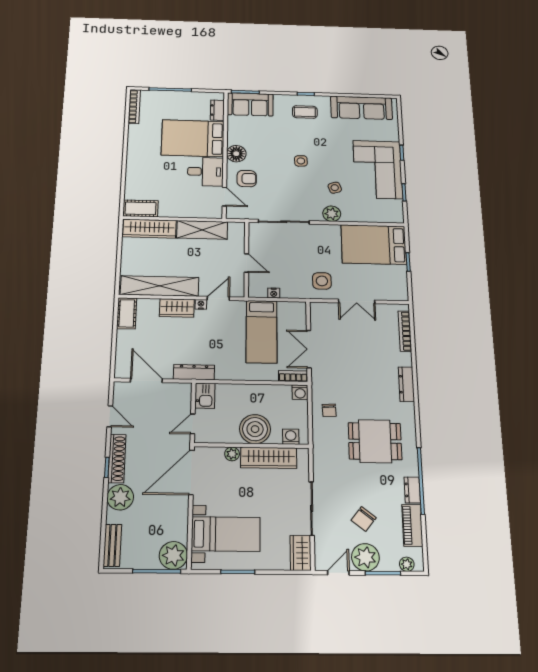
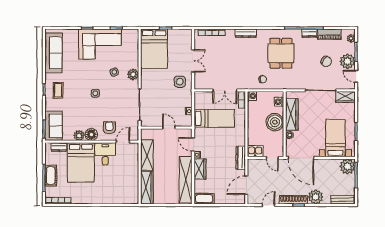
plant: (235, 137) -> (79, 136), added
cot: (141, 208) -> (51, 176), moved
door: (246, 263) -> (169, 128), hinge flipped

